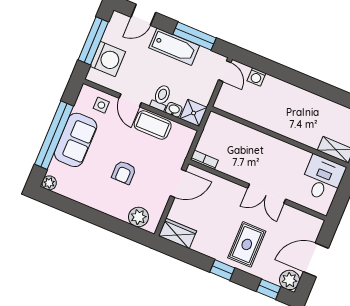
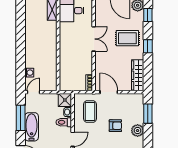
coffee table: (153, 125) -> (90, 112), moved
plant: (139, 217) -> (138, 131), moved
window: (122, 228) -> (148, 114), added
wardrobe: (177, 233) -> (138, 75), width x1.50

